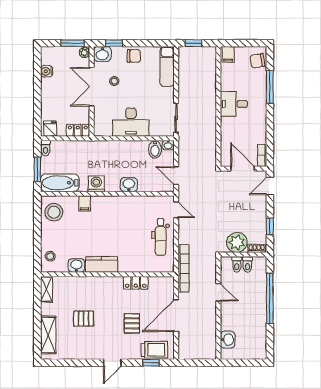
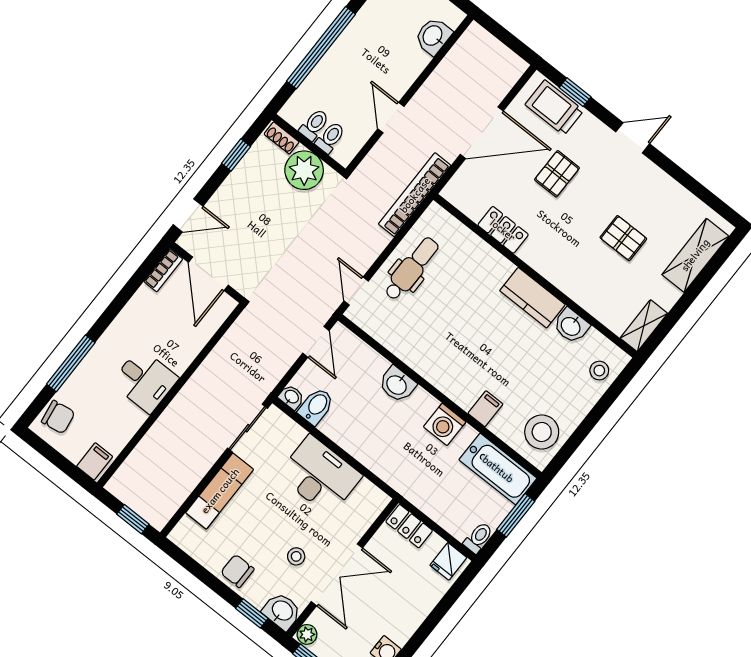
exam couch: (167, 67) -> (220, 491), moved

